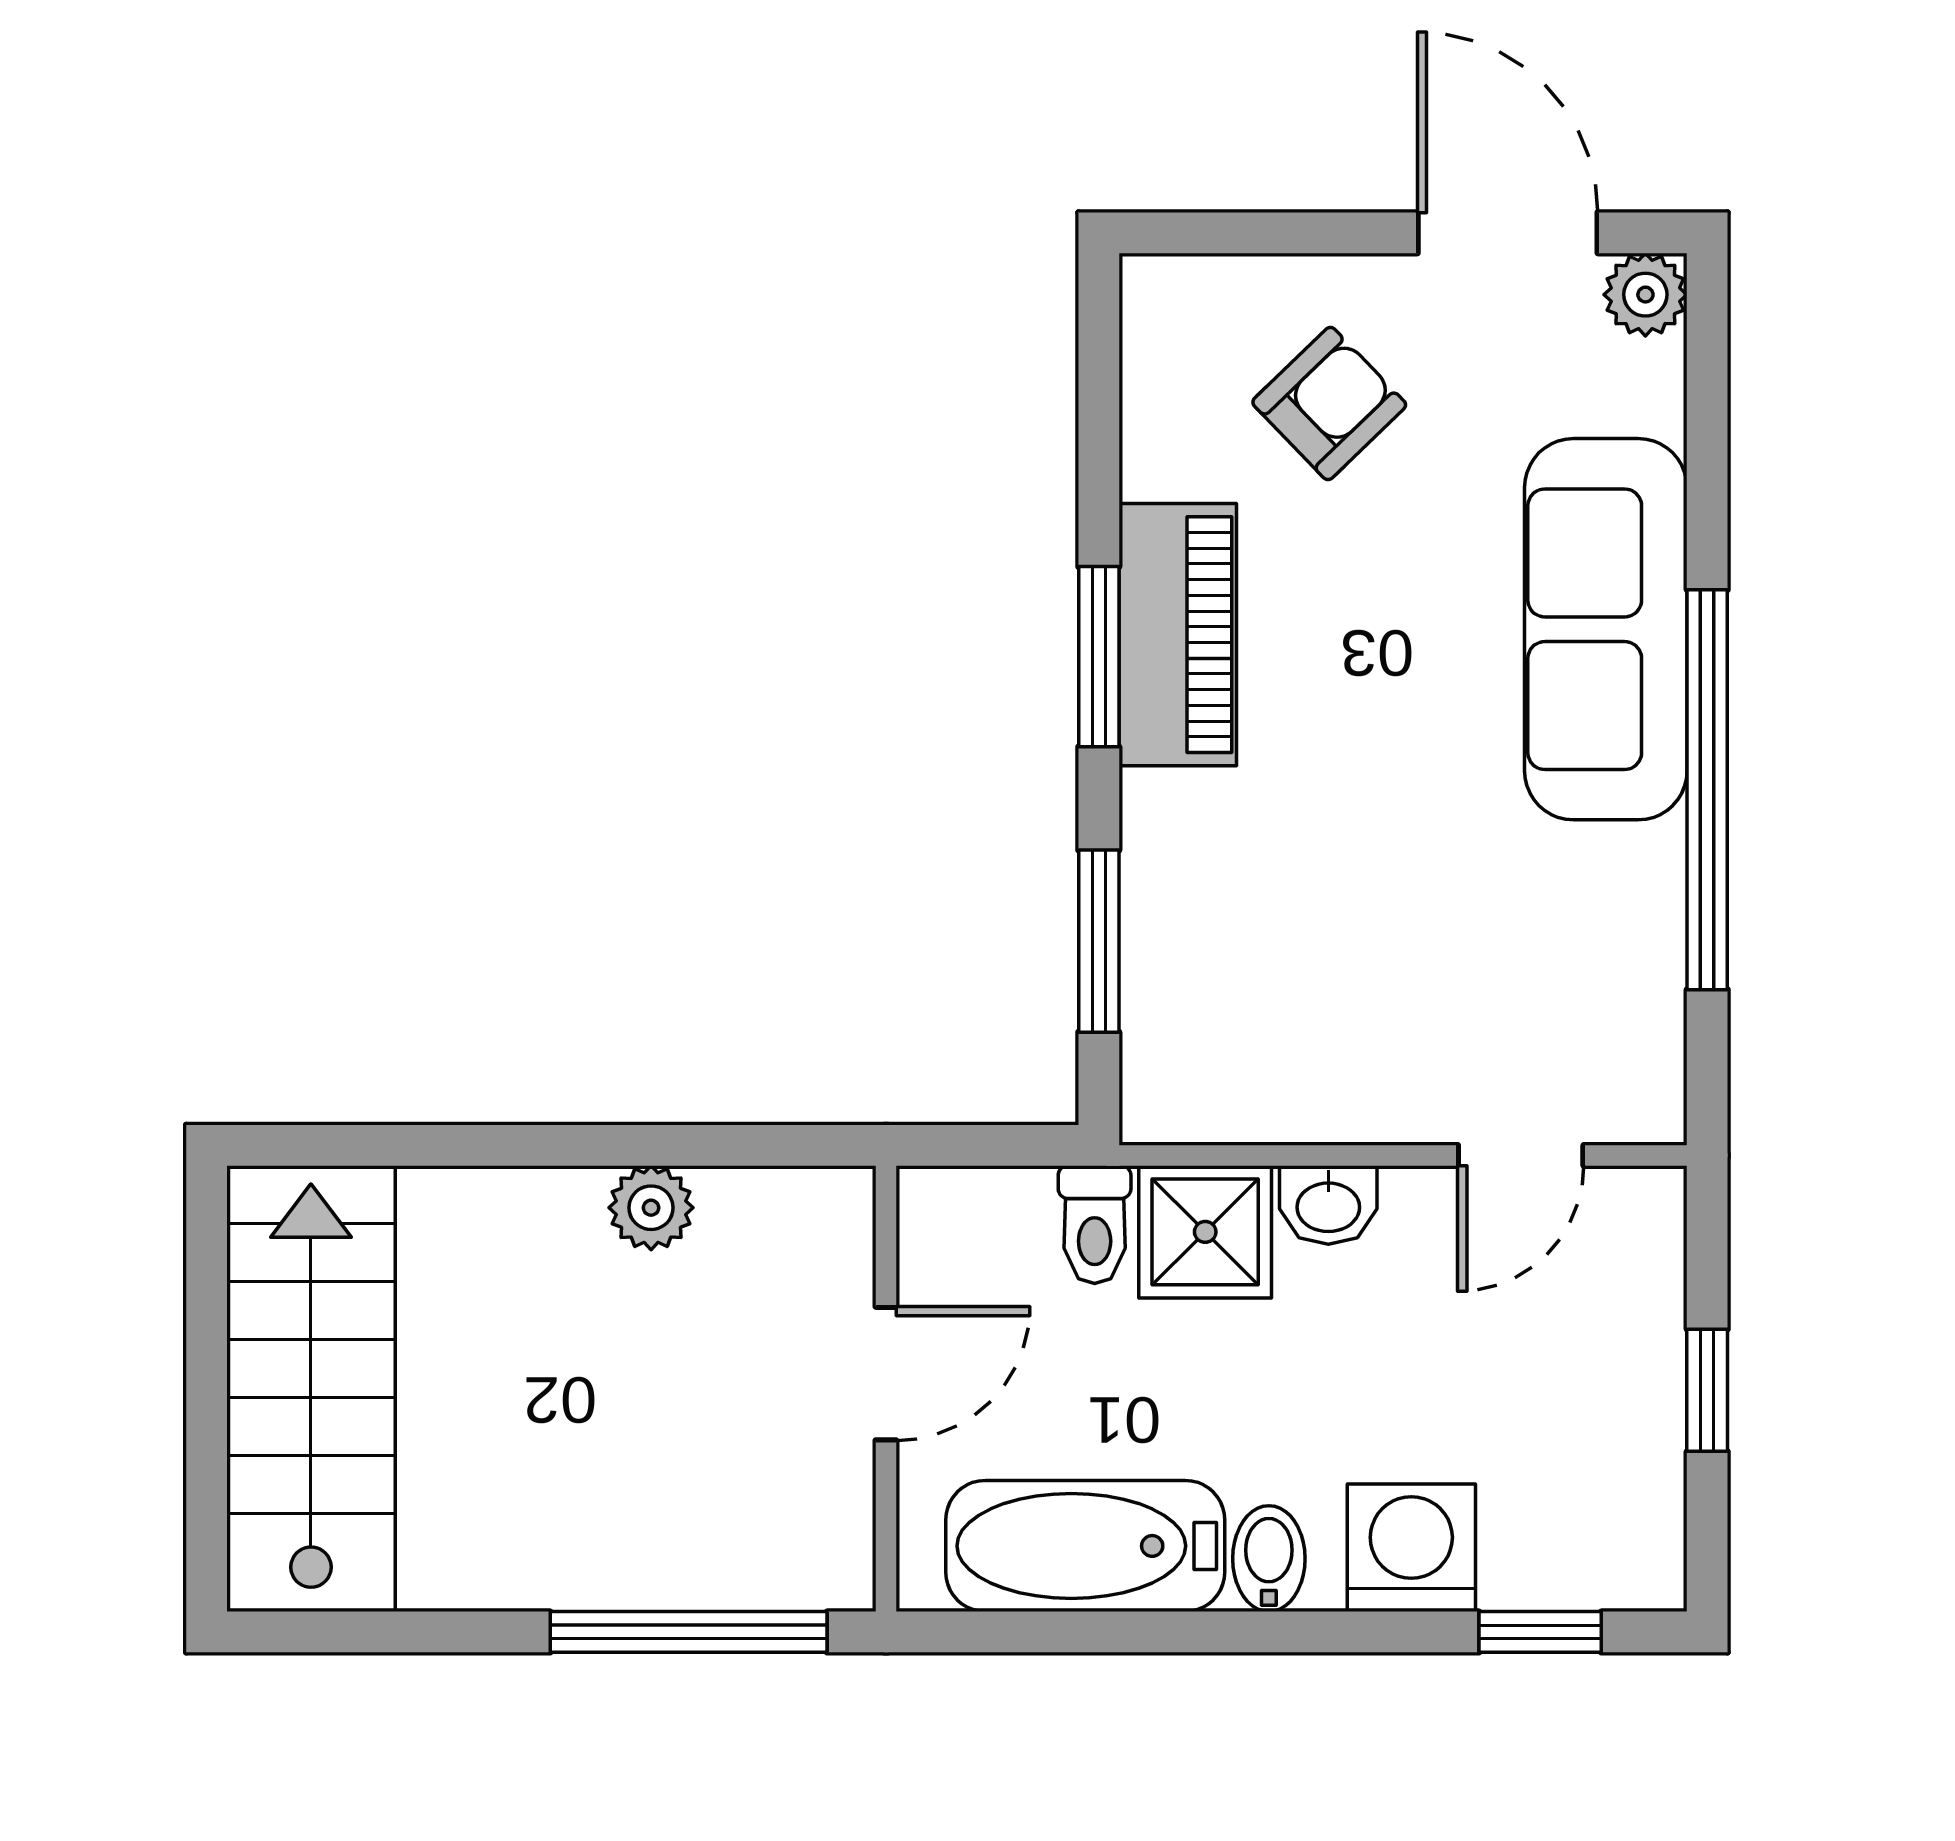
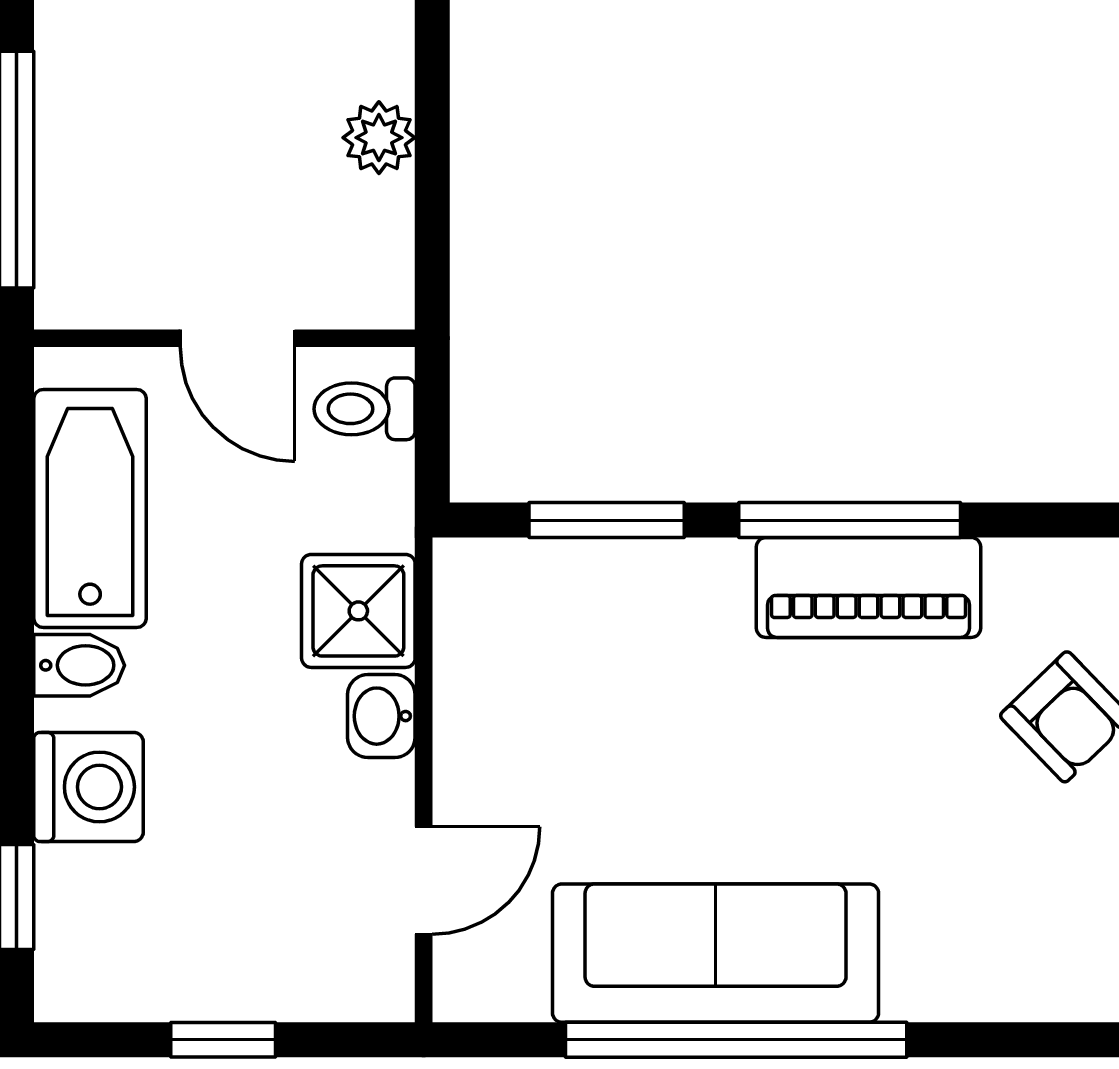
sofa: (1606, 629) -> (716, 953), moved
window: (1099, 657) -> (850, 520), width x1.44
door: (1521, 1155) -> (424, 880), swing flipped
toilet: (1095, 1225) -> (365, 409), moved

